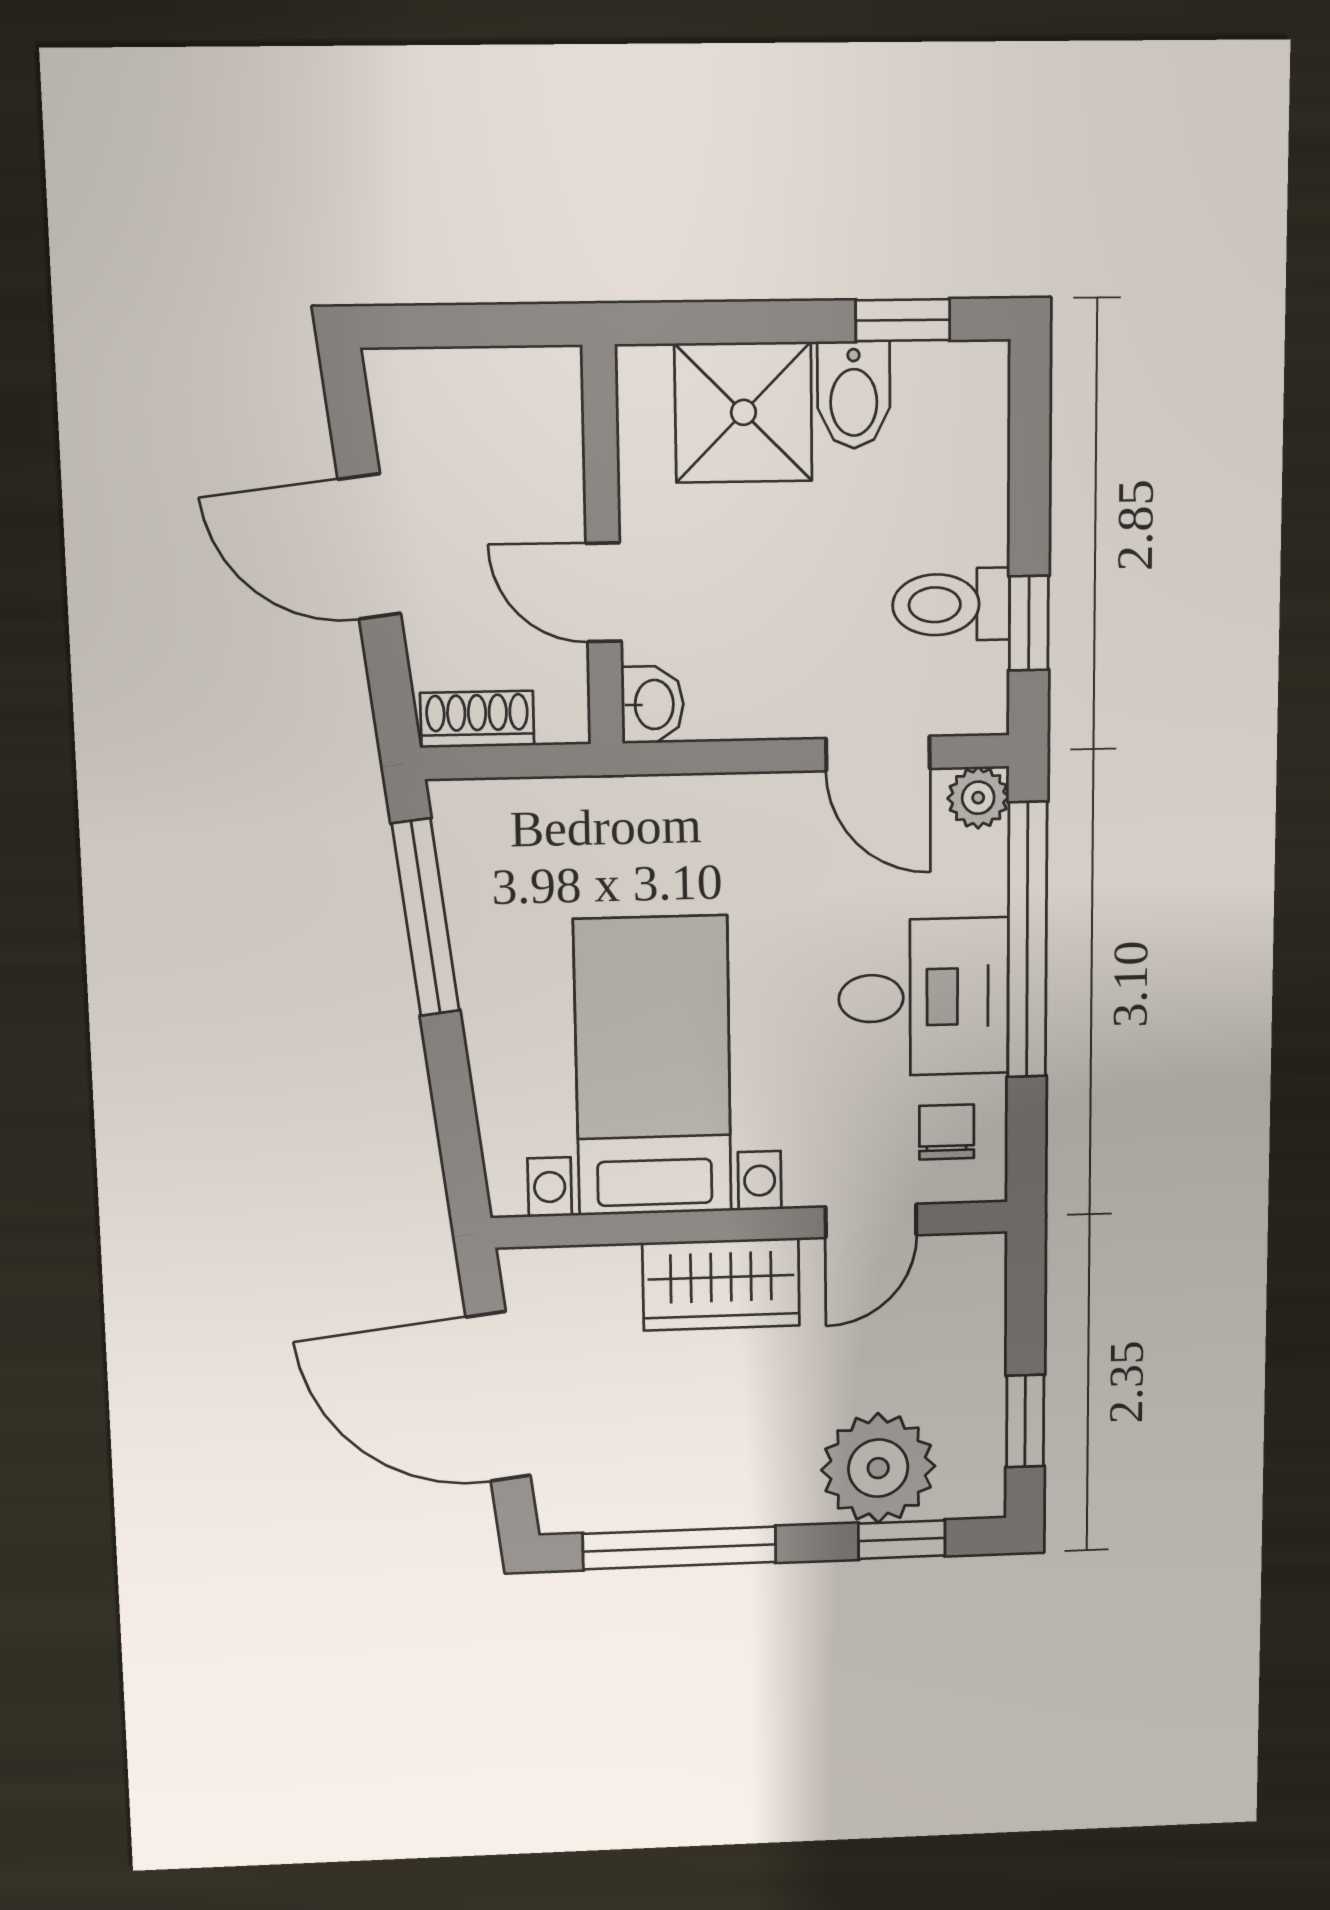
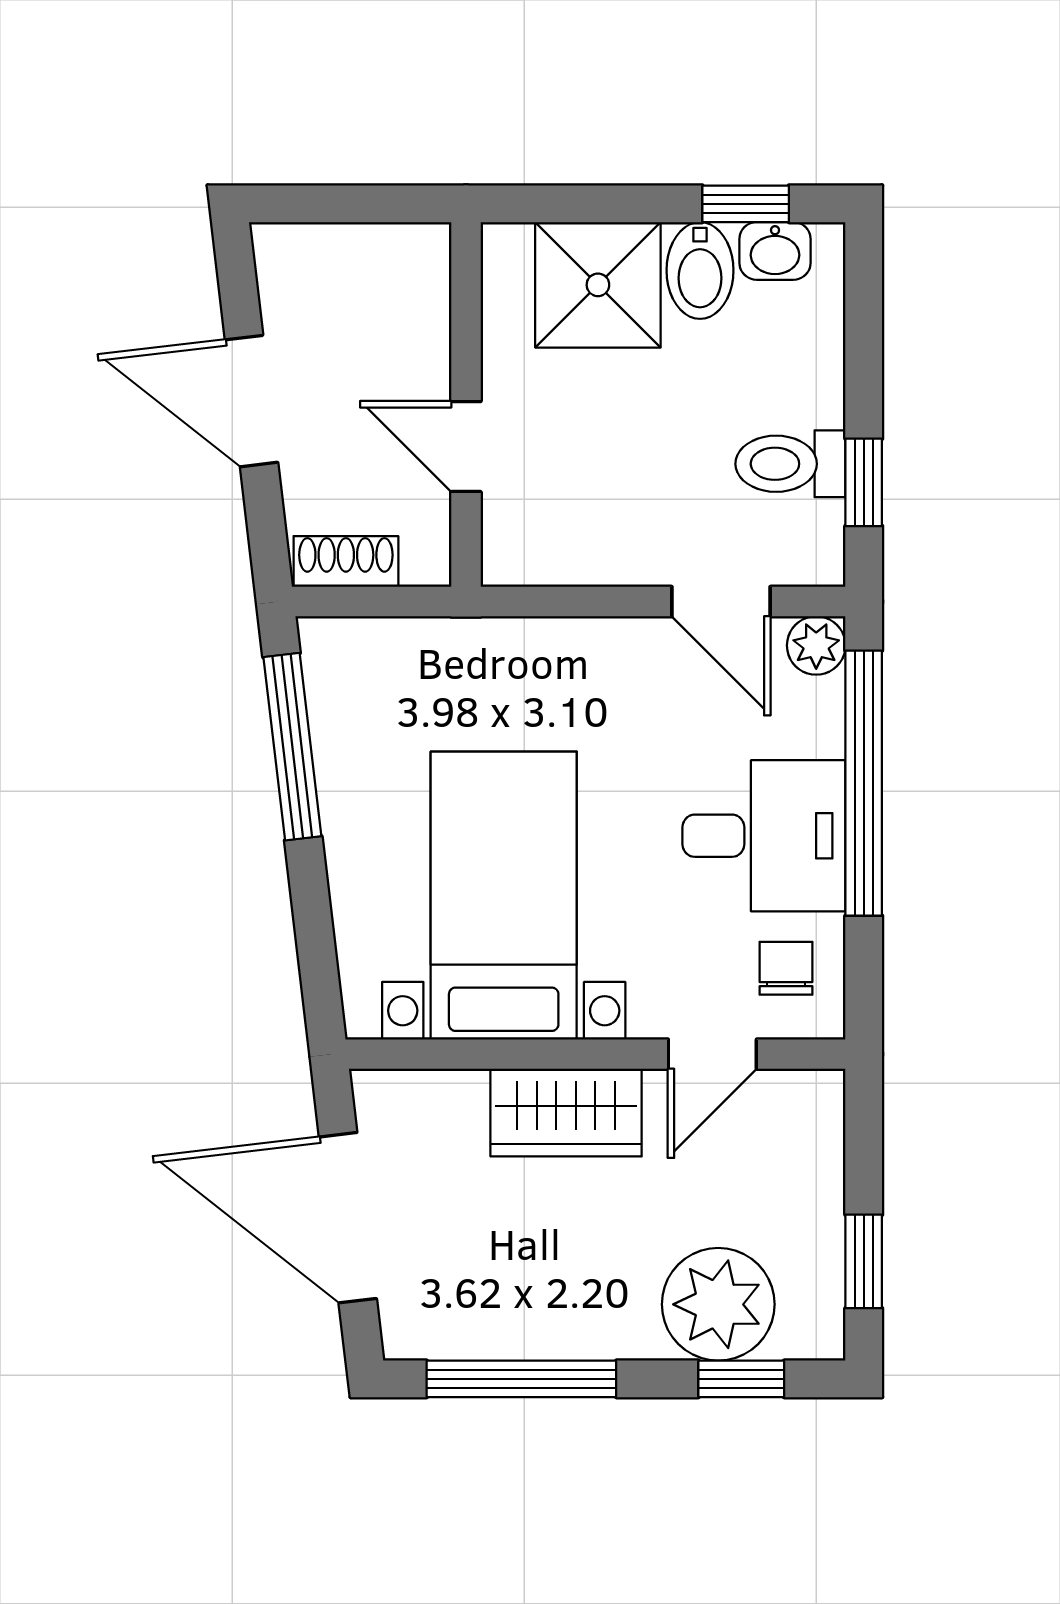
washbasin: (652, 705) -> (775, 251), moved, turned 90

